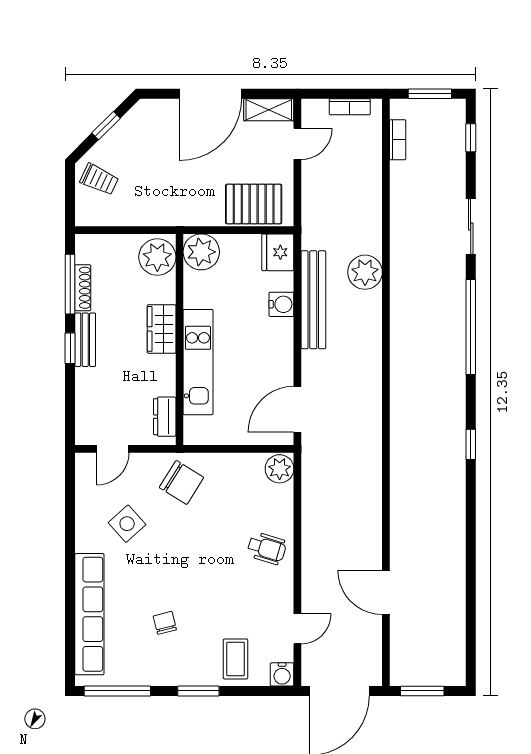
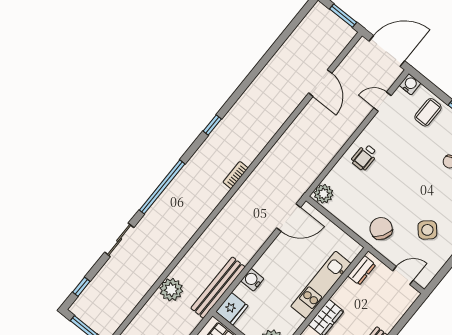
bookcase: (398, 140) -> (235, 175), moved
plant: (365, 272) -> (171, 290), moved
bench: (313, 300) -> (218, 288), moved
wheelchair: (267, 548) -> (364, 157), turned -107

